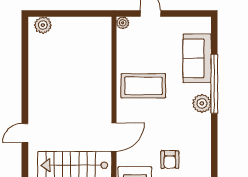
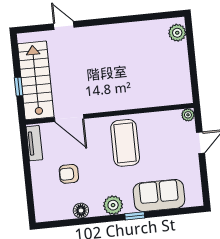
window: (214, 84) -> (135, 216), width x0.32
floor lamp: (204, 135) -> (81, 211), added
armchair: (170, 160) -> (69, 174), moved

